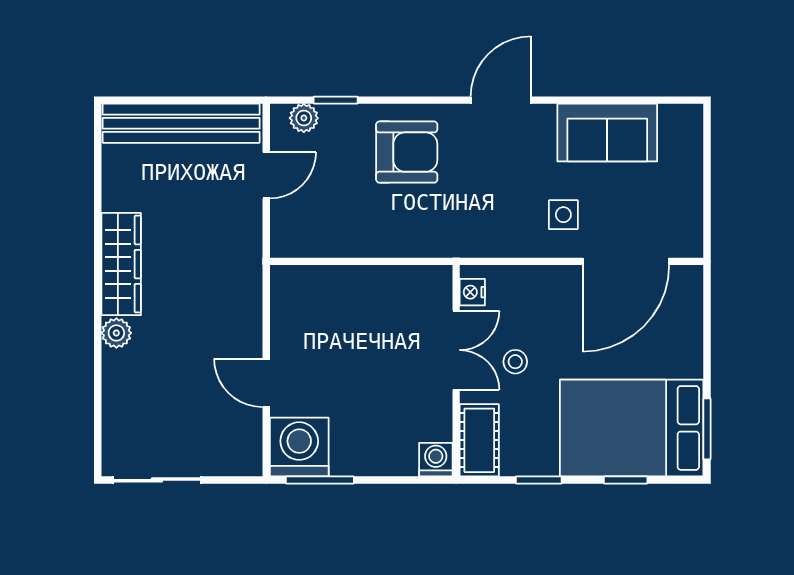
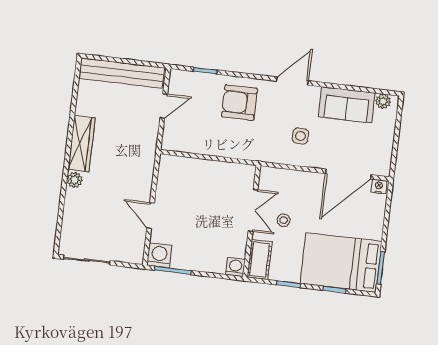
plant: (304, 118) -> (383, 101), moved
armchair: (407, 152) -> (239, 103), turned 180
side table: (563, 215) -> (300, 136), moved
nightstand: (472, 292) -> (379, 186), moved, turned 90
washing machine: (299, 447) -> (159, 255), width x0.73, depth x0.73

